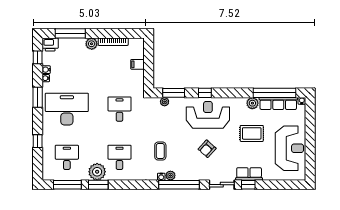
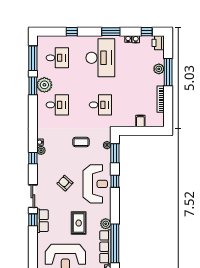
window: (70, 33) -> (168, 72), moved
plant: (92, 44) -> (159, 69), moved
coffee table: (160, 151) -> (81, 142), moved
window: (179, 185) -> (33, 158), width x0.32

